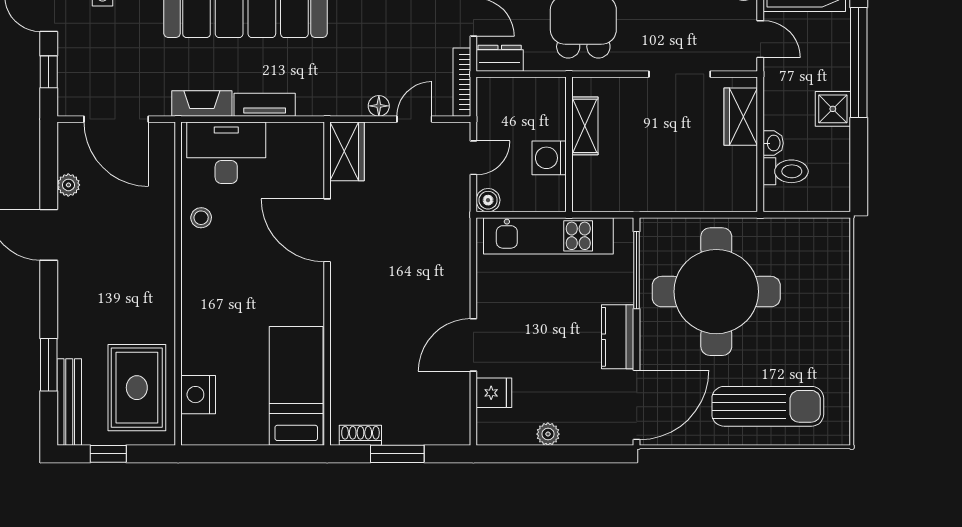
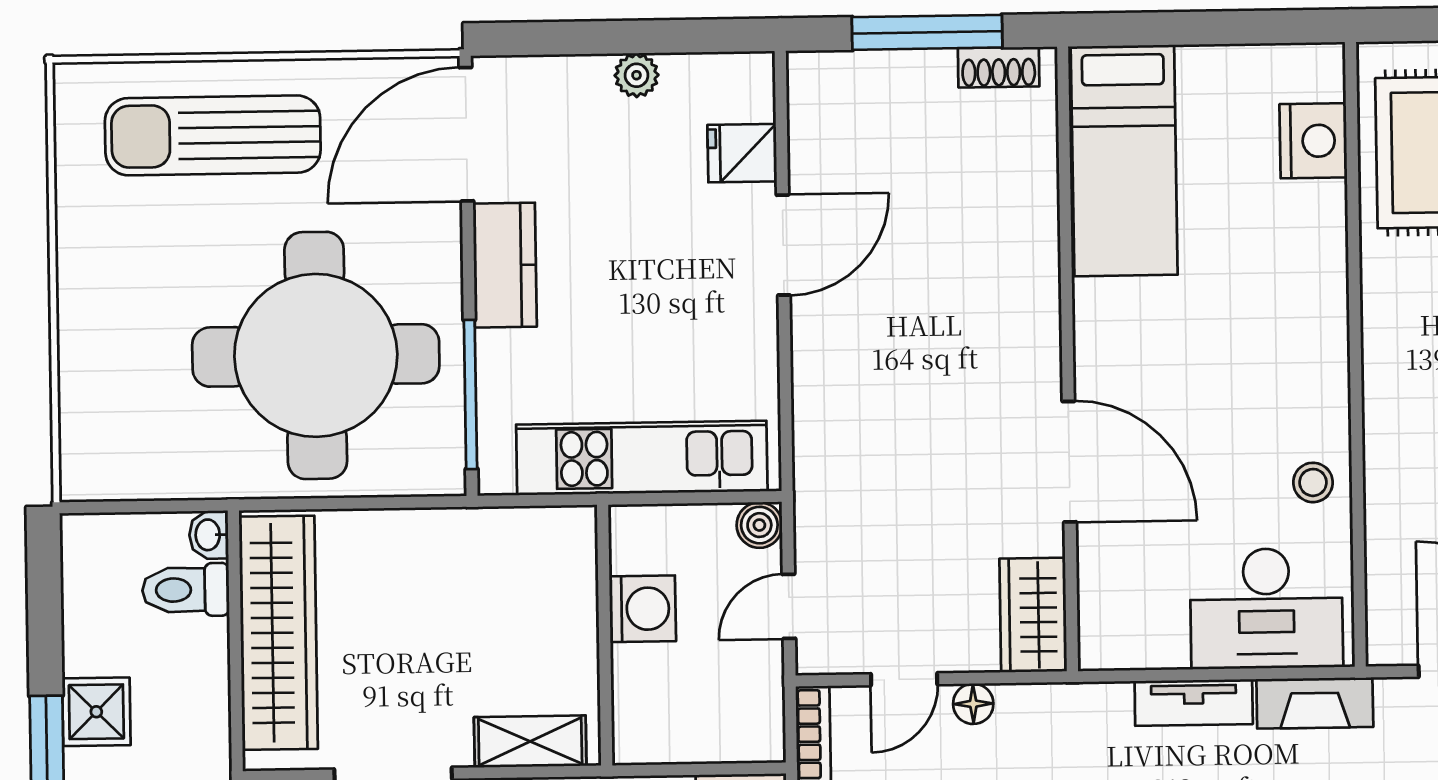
wardrobe: (741, 117) -> (278, 633), width x2.10, depth x1.17
shelving: (585, 126) -> (530, 741), moved, turned 90
washbasin: (773, 143) -> (209, 535), moved
window: (397, 454) -> (927, 32), width x1.44

